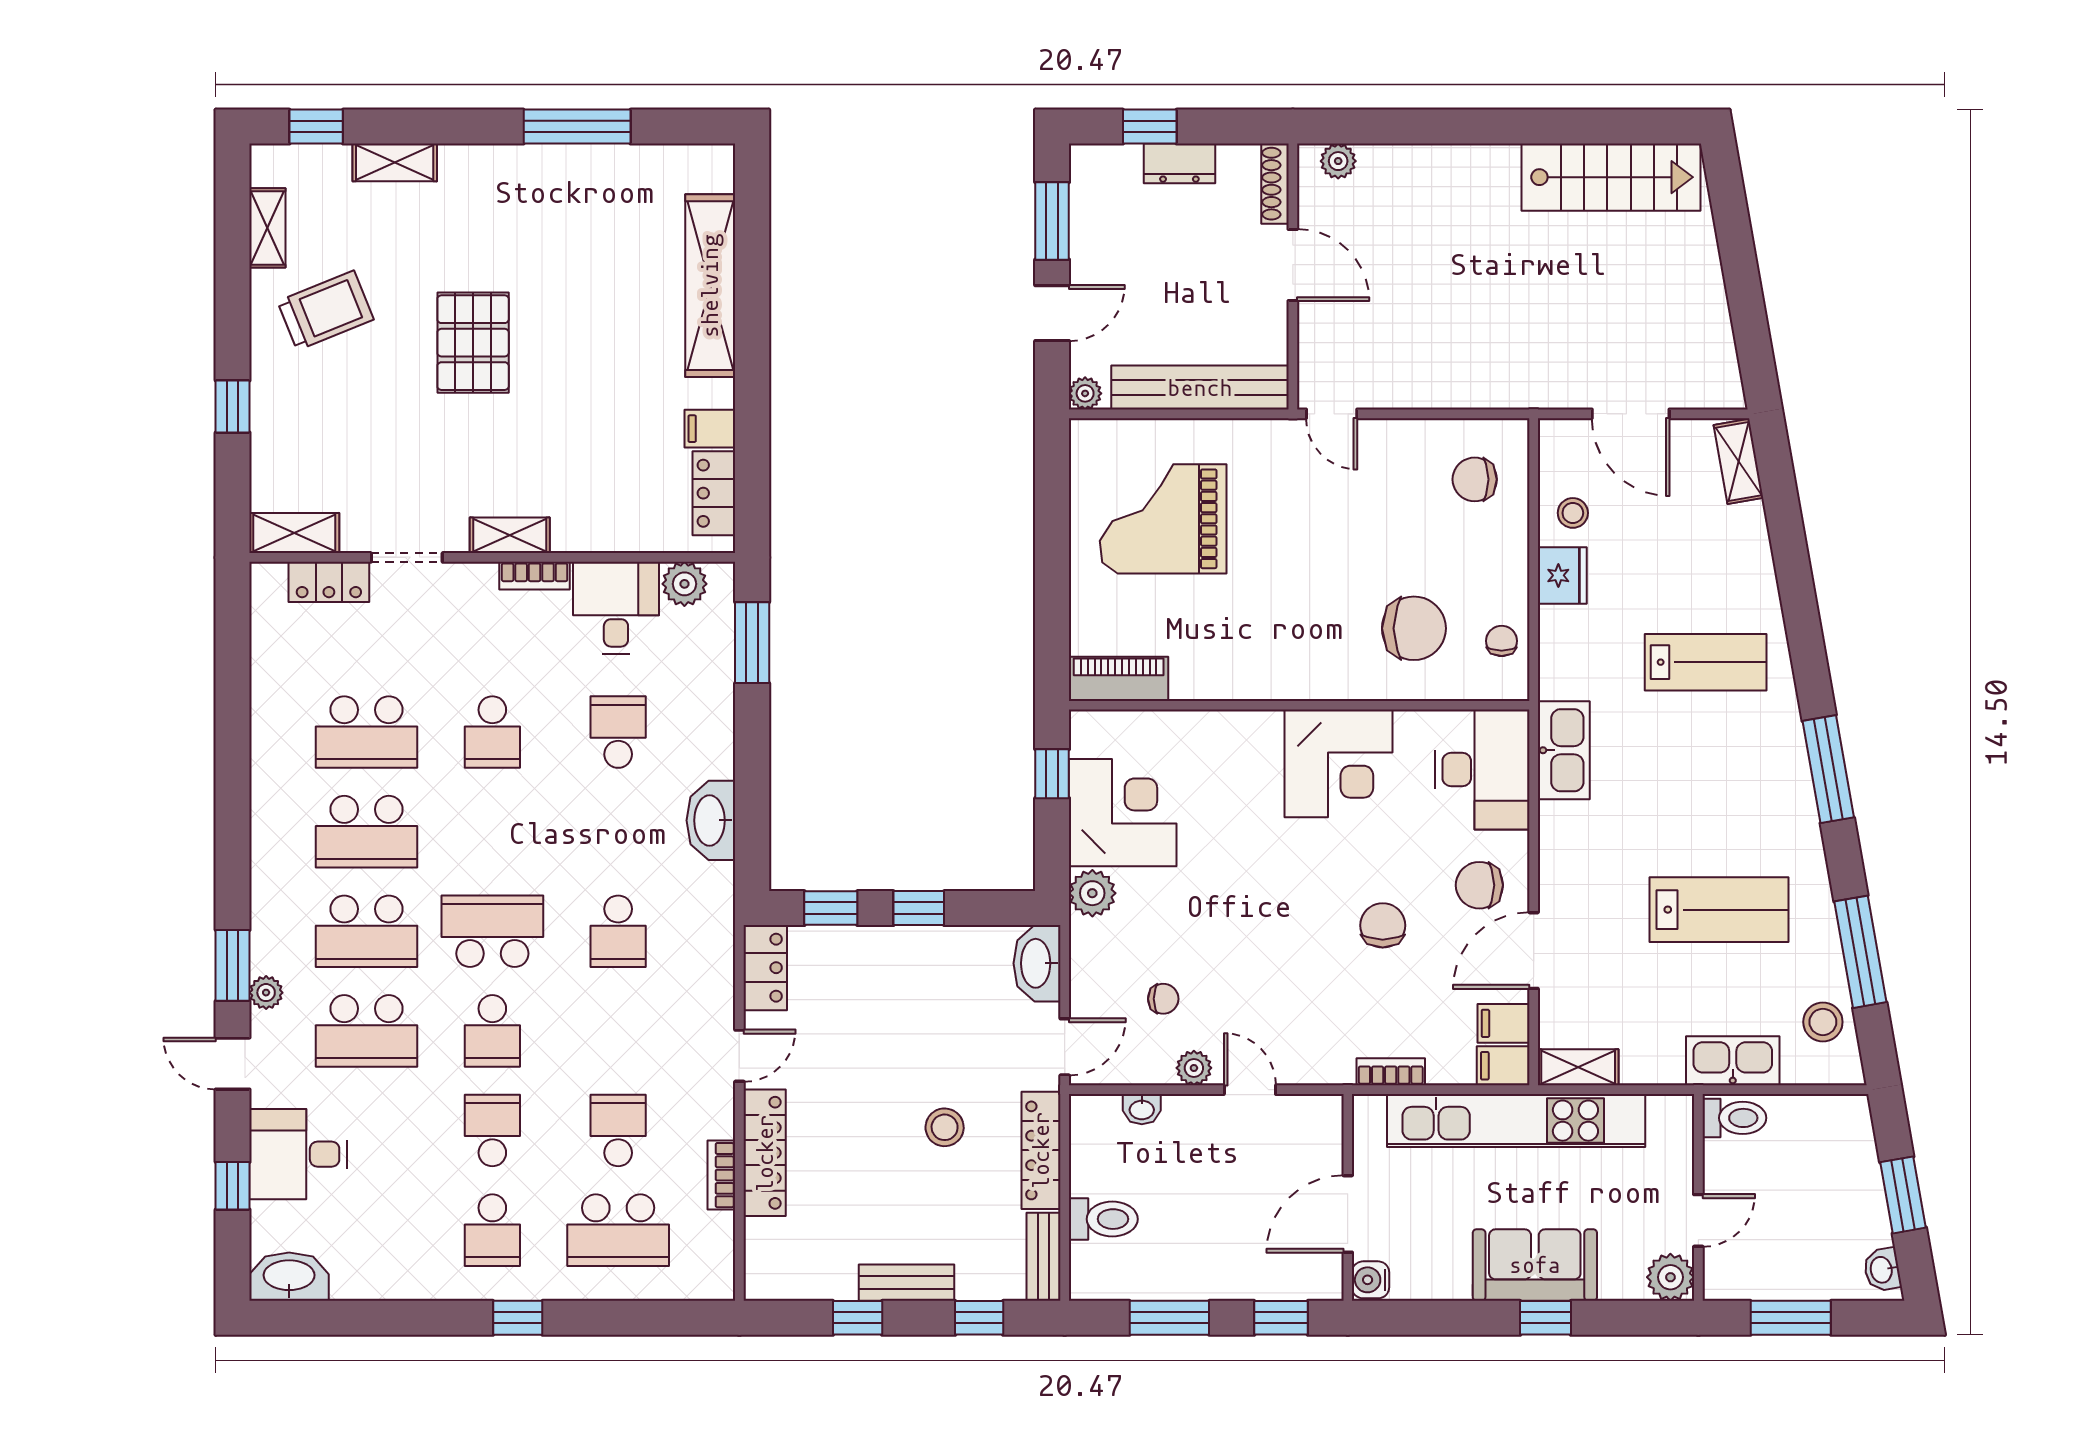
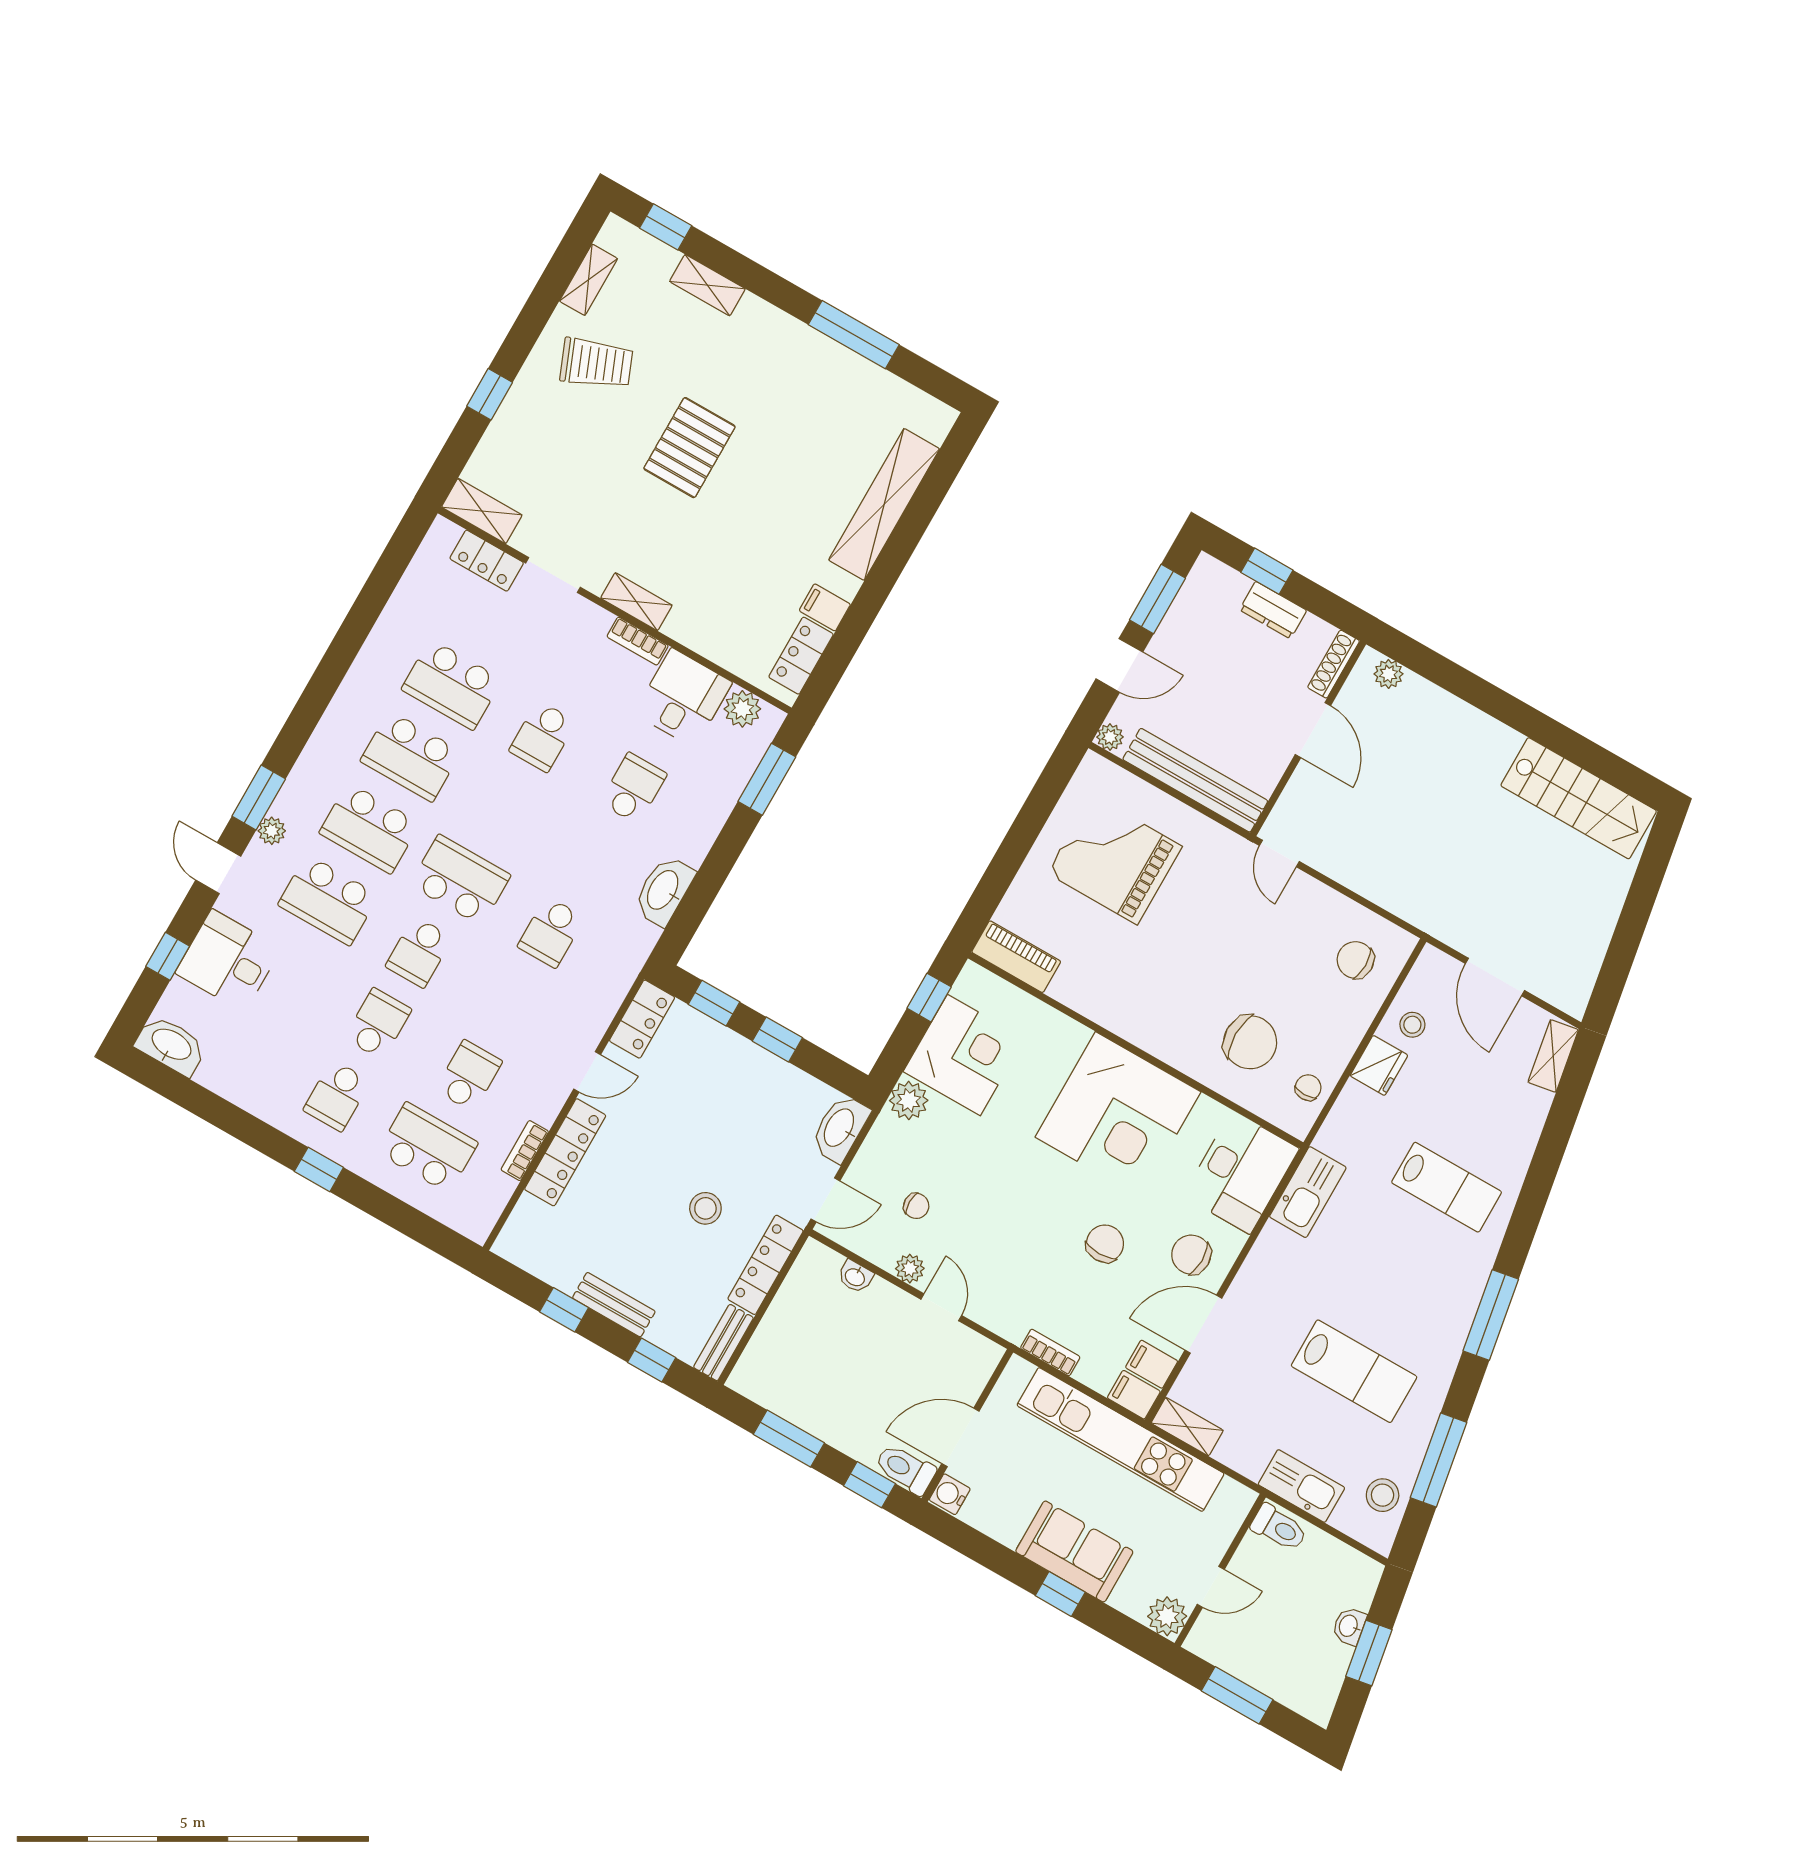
corner desk: (1339, 763) -> (1118, 1115), width x1.36, depth x1.36
toilet: (1103, 1219) -> (905, 1469), moved, turned 180
school desk: (618, 1230) -> (428, 1148), turned 180
washbasin: (1882, 1270) -> (1349, 1626), moved

